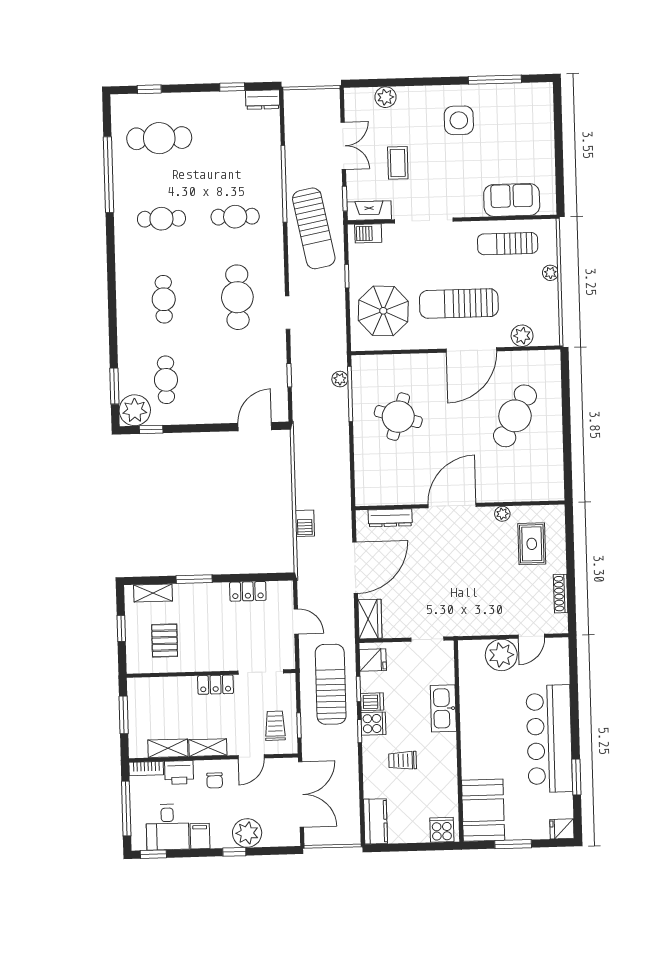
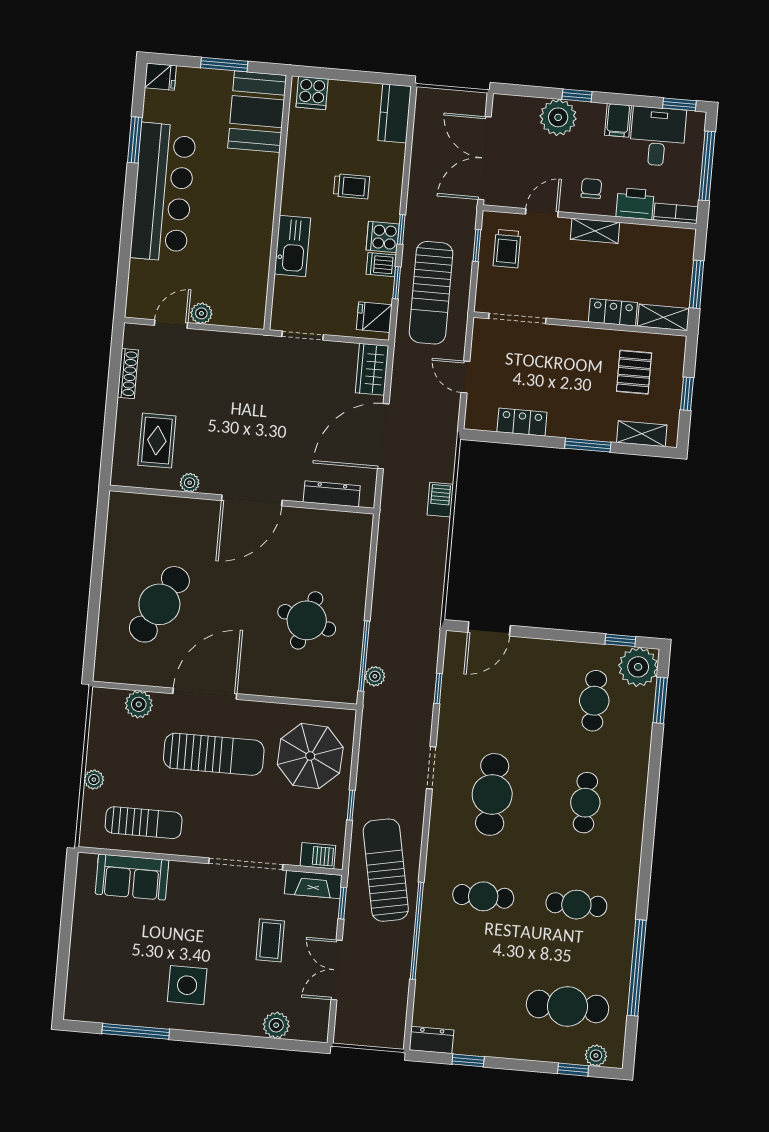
plant: (133, 102) -> (596, 1056), added
plant: (501, 655) -> (201, 313), width x0.53, depth x0.53
locker: (216, 685) -> (613, 312), moved
shelving: (168, 748) -> (663, 317), moved

